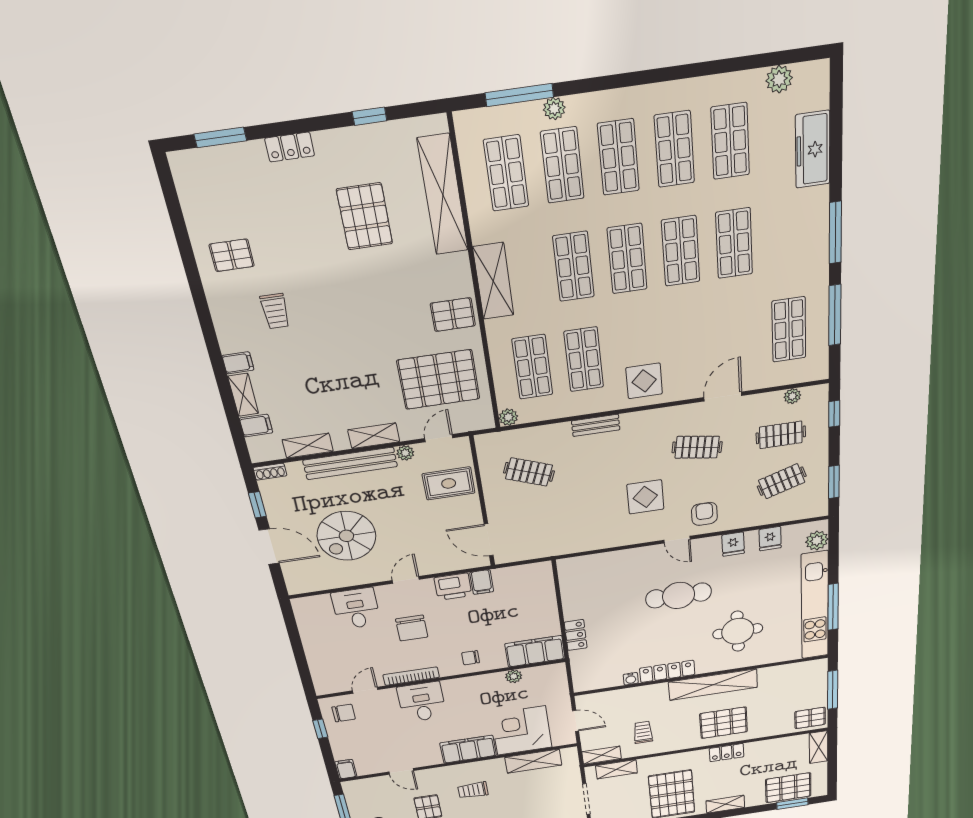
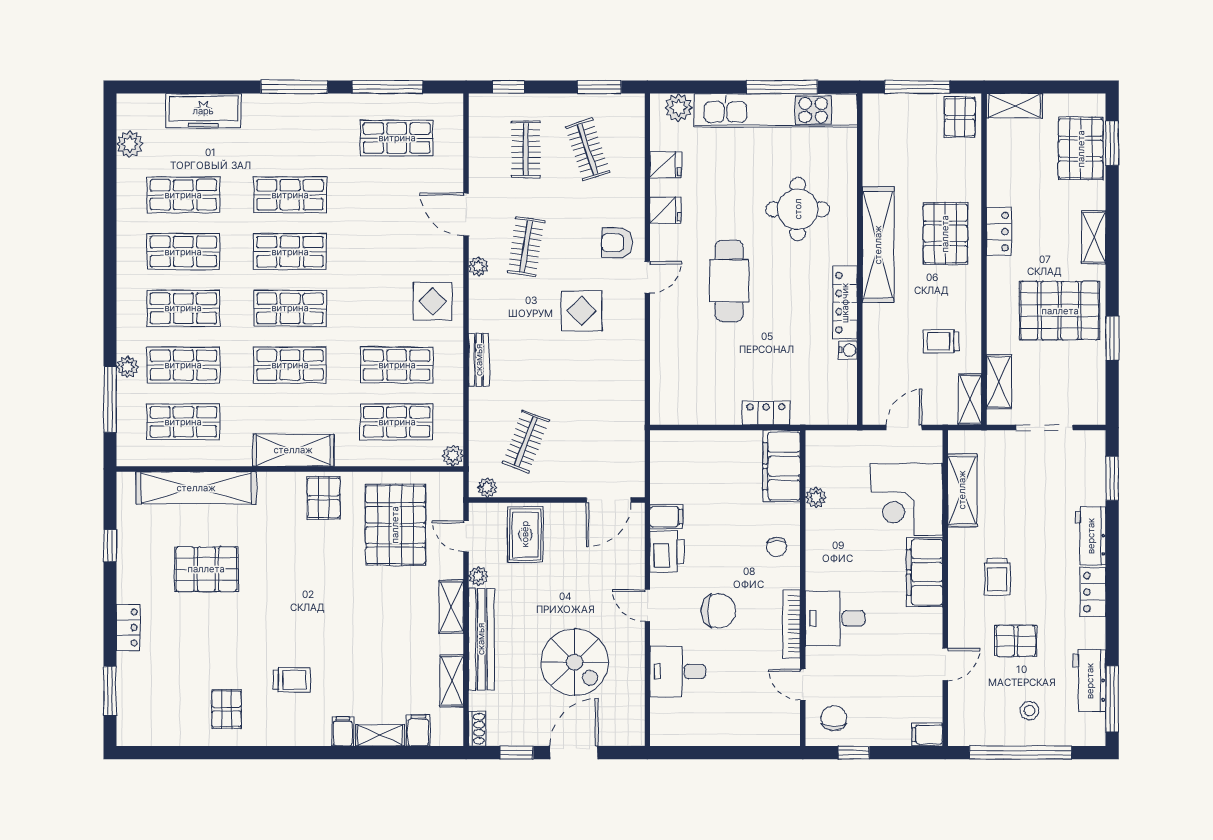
plant: (792, 396) -> (478, 266), moved
plant: (485, 448) -> (487, 487), added

